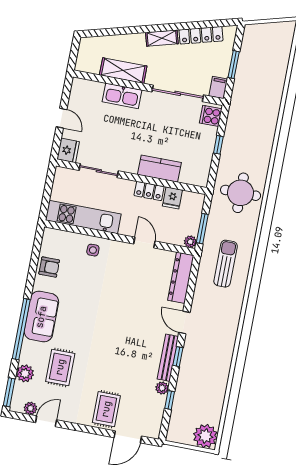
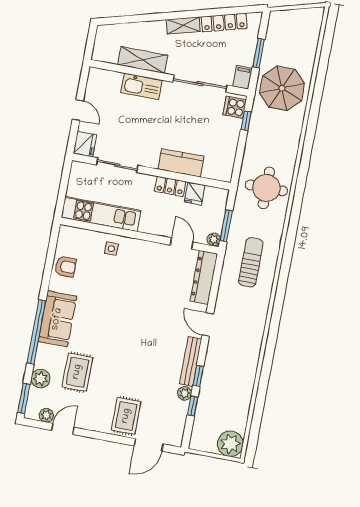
parasol: (256, 98) -> (282, 88), added
window: (218, 145) -> (246, 121), moved
door: (144, 242) -> (182, 244), moved
window: (178, 357) -> (198, 376), moved

